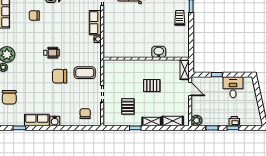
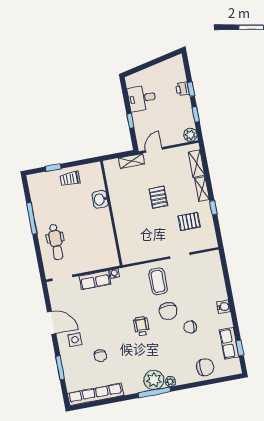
washbasin: (159, 52) -> (100, 199), moved
wall: (146, 59) -> (111, 213), moved
chair: (85, 114) -> (190, 327), moved
row of seats: (37, 120) -> (229, 343), moved

